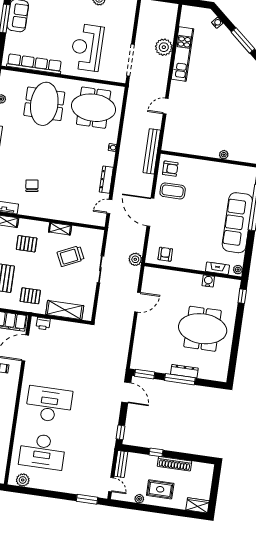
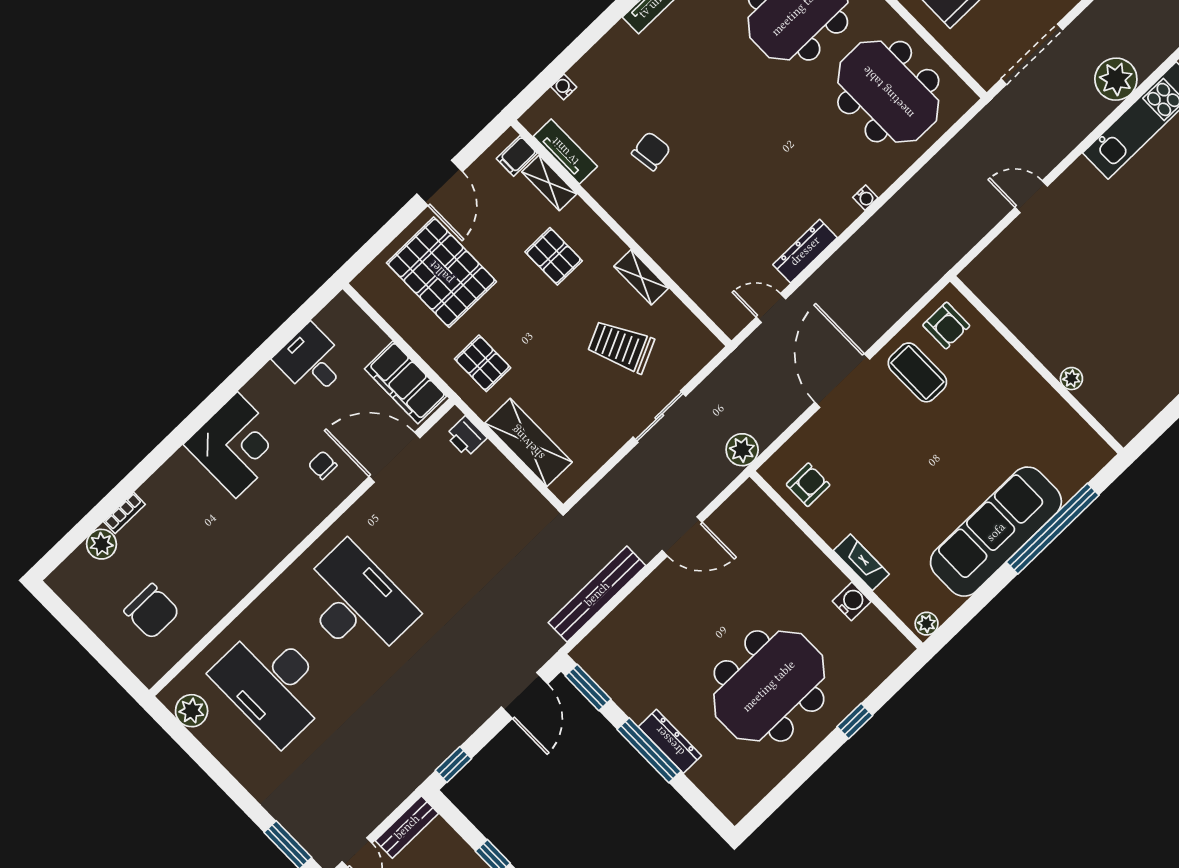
bench: (152, 151) -> (597, 594), moved
fireplace: (217, 268) -> (861, 562), moved
window: (242, 296) -> (855, 721), moved
meeting table: (203, 329) -> (769, 686), turned 90

